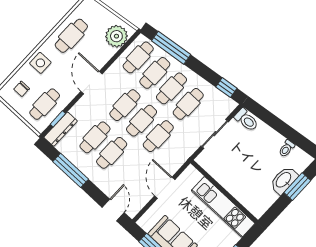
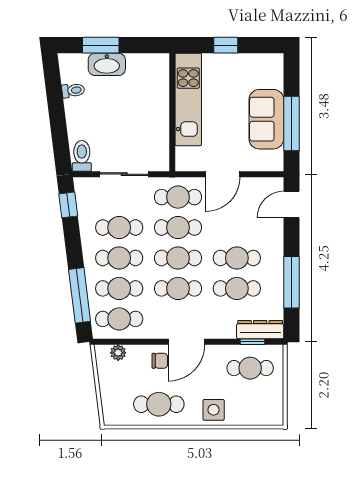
plant: (116, 36) -> (118, 353), width x0.53, depth x0.53
chair: (22, 89) -> (160, 361), moved
cafe table: (175, 152) -> (178, 197), added

